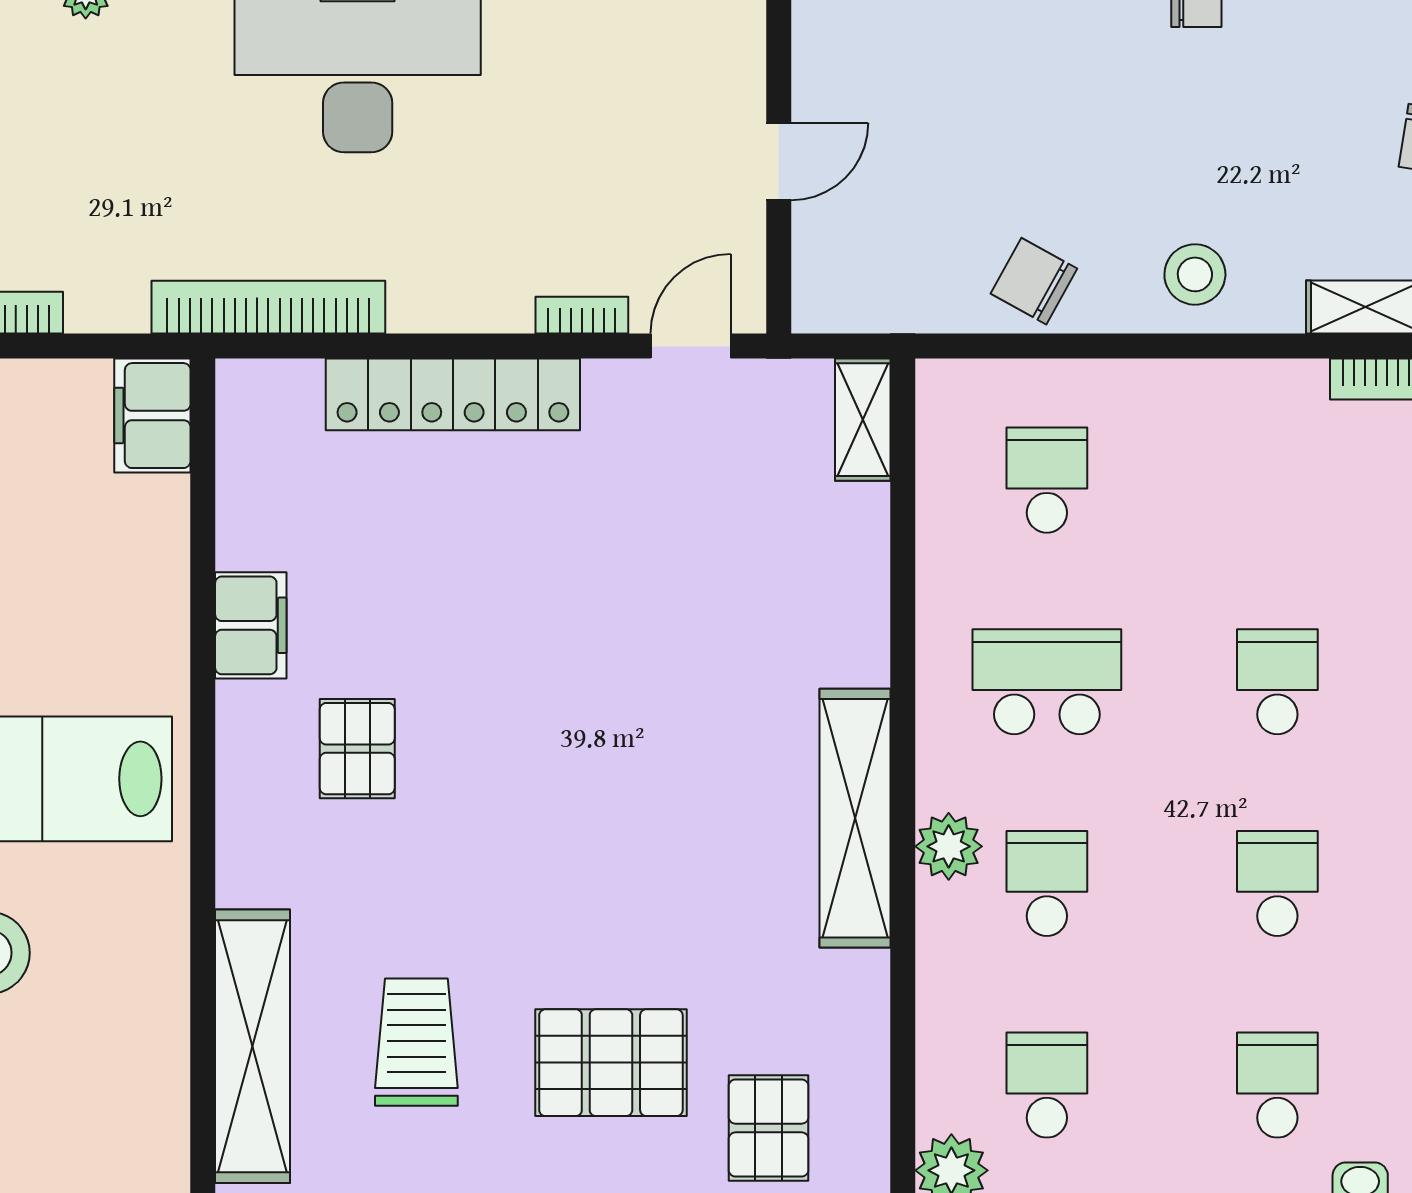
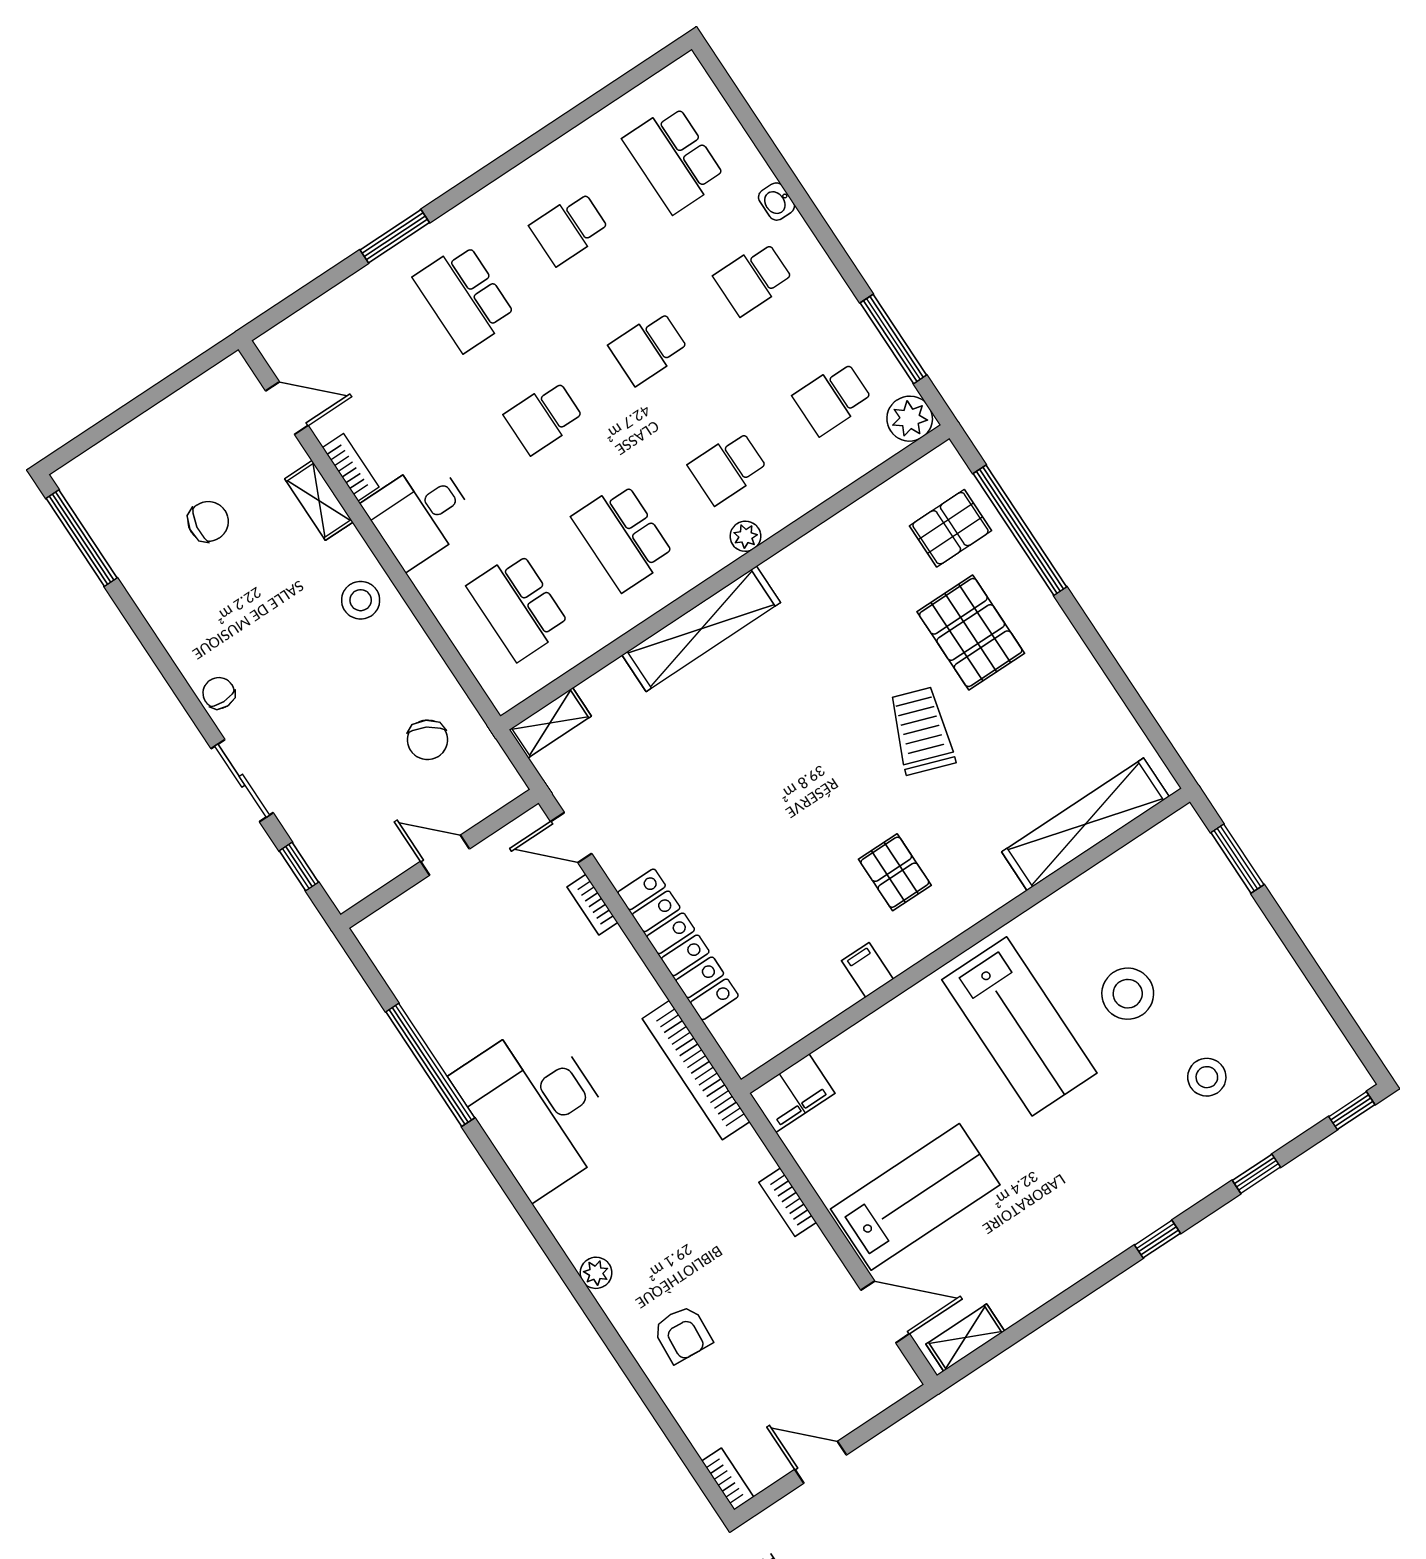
chair: (1034, 281) -> (427, 740), moved
desk: (1258, 431) -> (420, 514), added
school desk: (1047, 480) -> (518, 606), width x1.85
filing cabinet: (251, 625) -> (867, 970), width x0.50
pallet: (357, 749) -> (895, 872), turned 90
shelving: (855, 818) -> (701, 629), moved
plant: (949, 846) -> (745, 536), width x0.73, depth x0.73
trolley: (416, 1042) -> (921, 731), moved, turned 109

